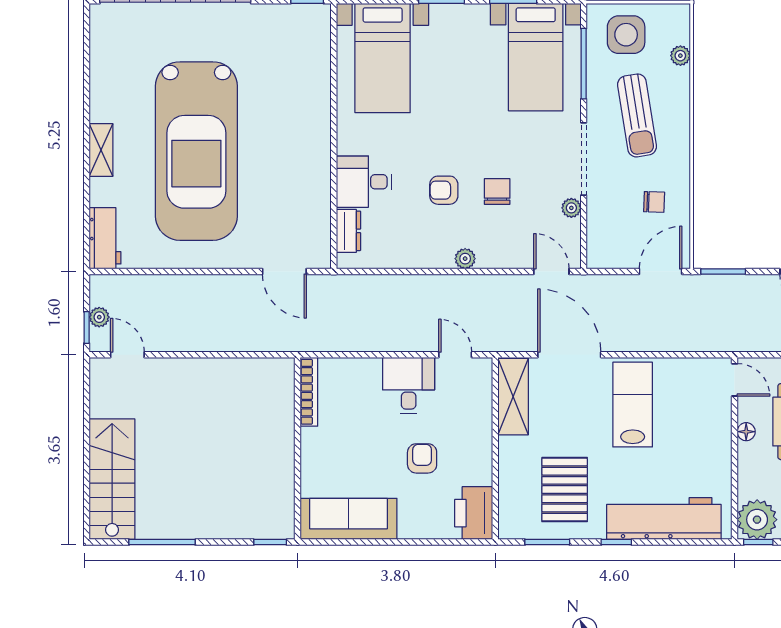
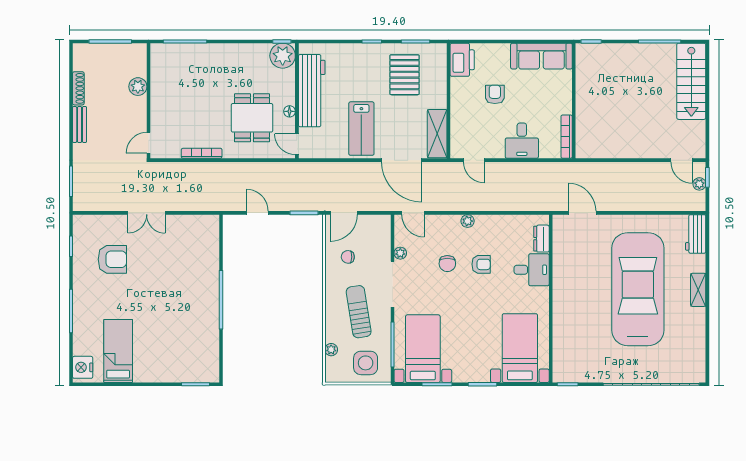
desk: (409, 385) -> (522, 141), moved
armchair: (422, 458) -> (495, 94), turned 180
workbench: (664, 519) -> (312, 91), moved, turned -90

